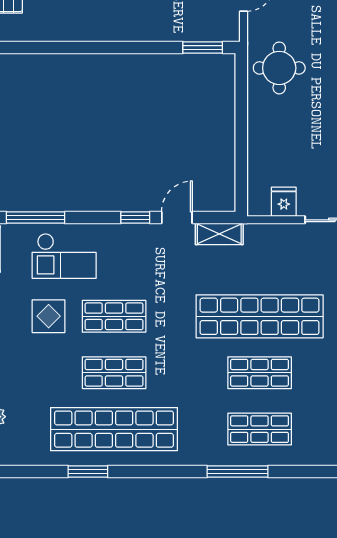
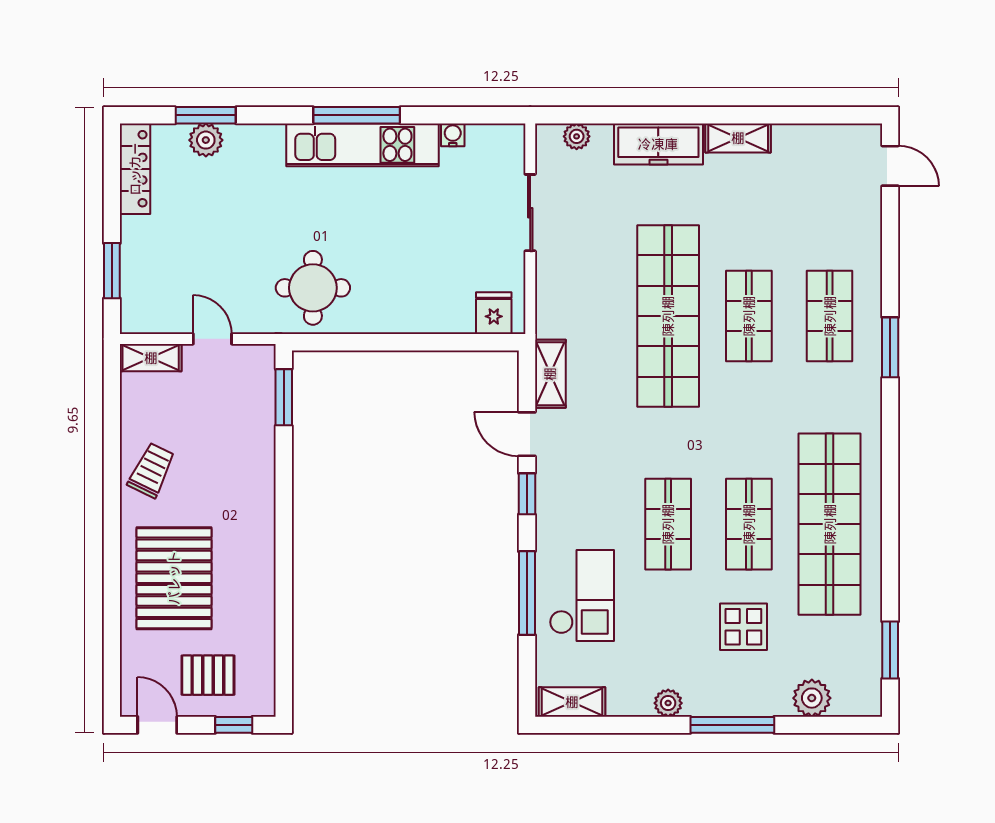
fridge: (284, 202) -> (494, 313), moved, turned 90
window: (36, 218) -> (527, 593), moved
display table: (49, 316) -> (743, 627), moved
window: (88, 471) -> (890, 650), moved
window: (238, 471) -> (890, 347), width x0.69

